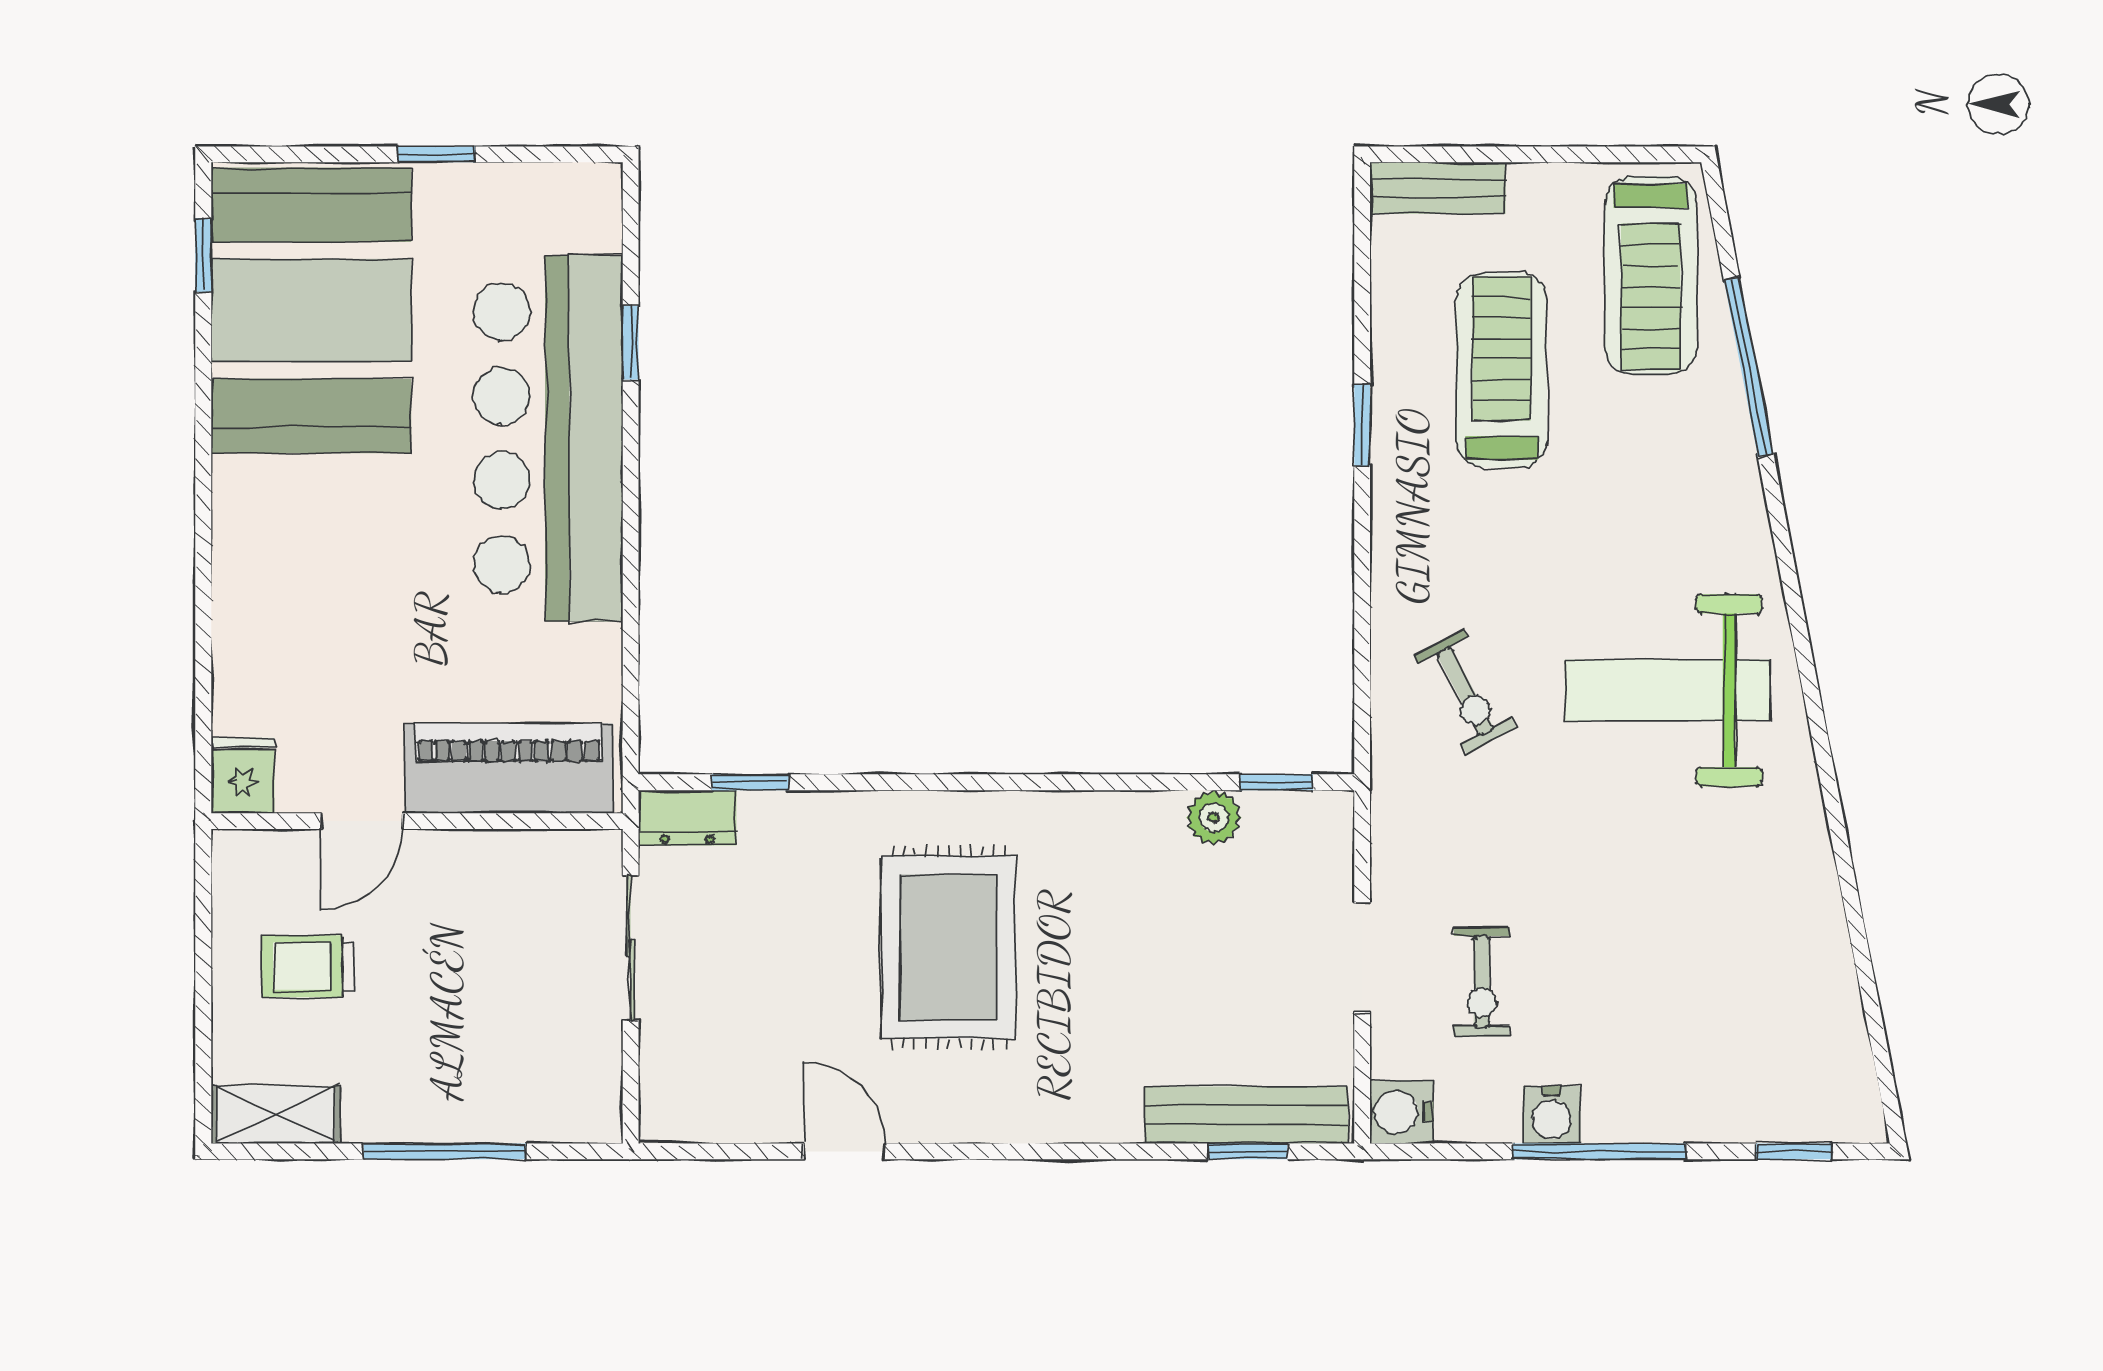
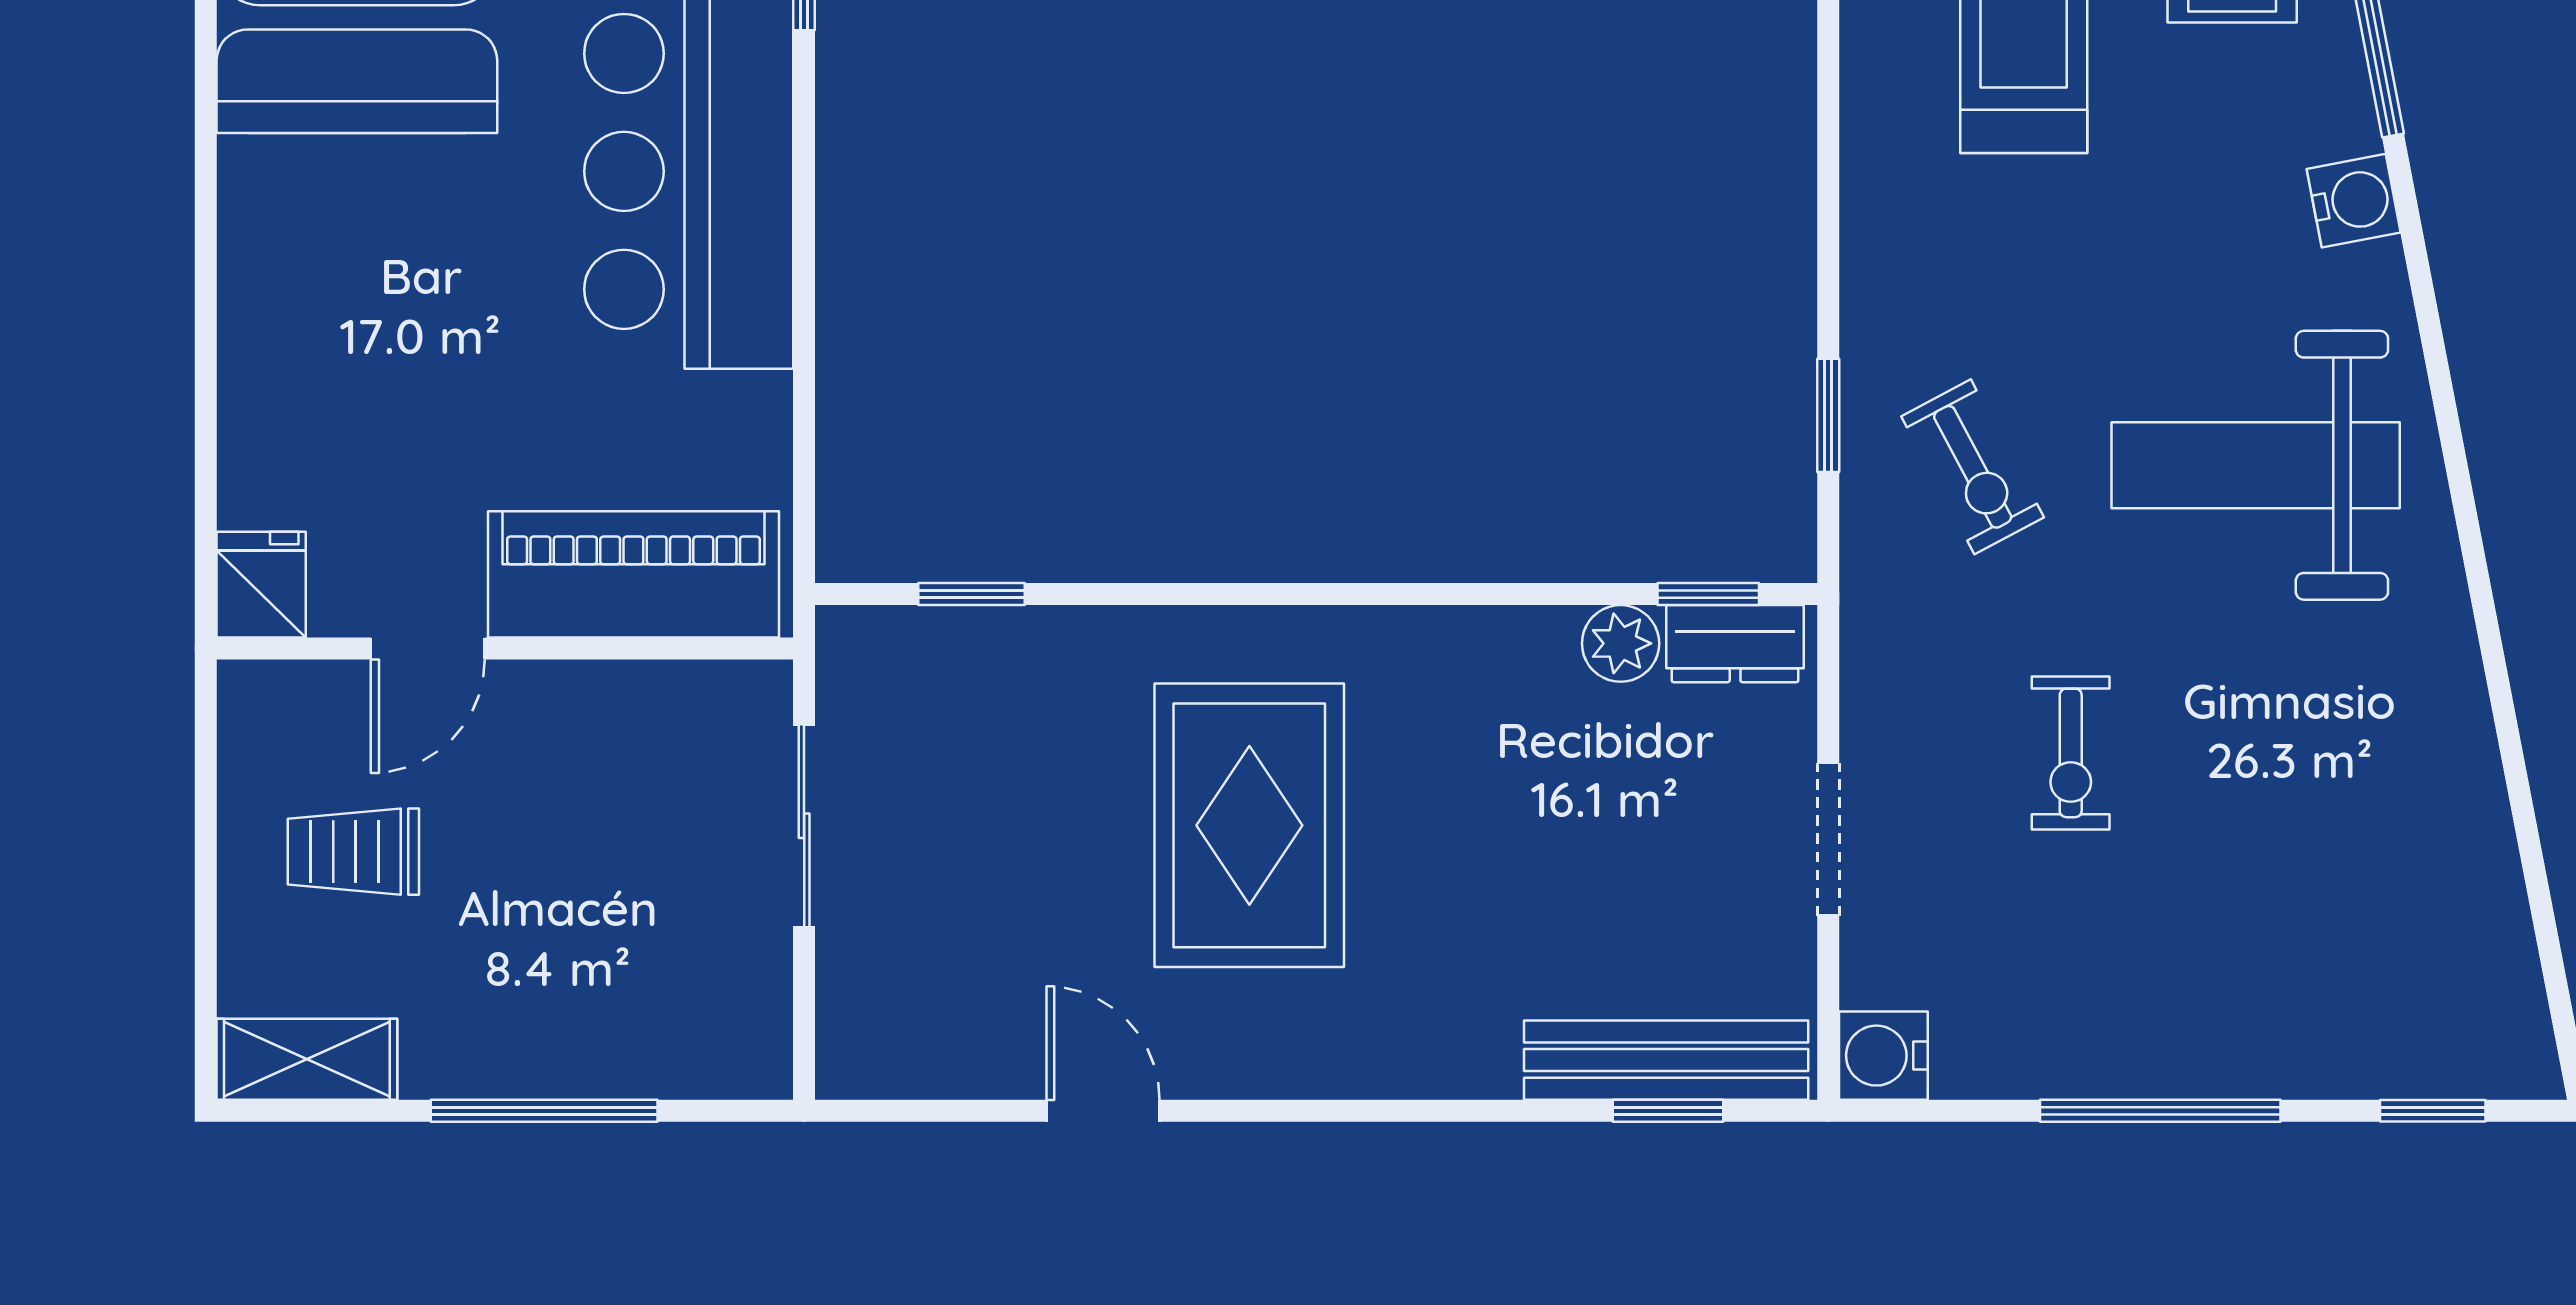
window: (1362, 425) -> (1828, 415), moved
dresser: (687, 818) -> (1735, 644), moved
exercise bike: (1482, 982) -> (2071, 753), moved
water cooler: (1552, 1115) -> (2354, 201), moved, turned -101

